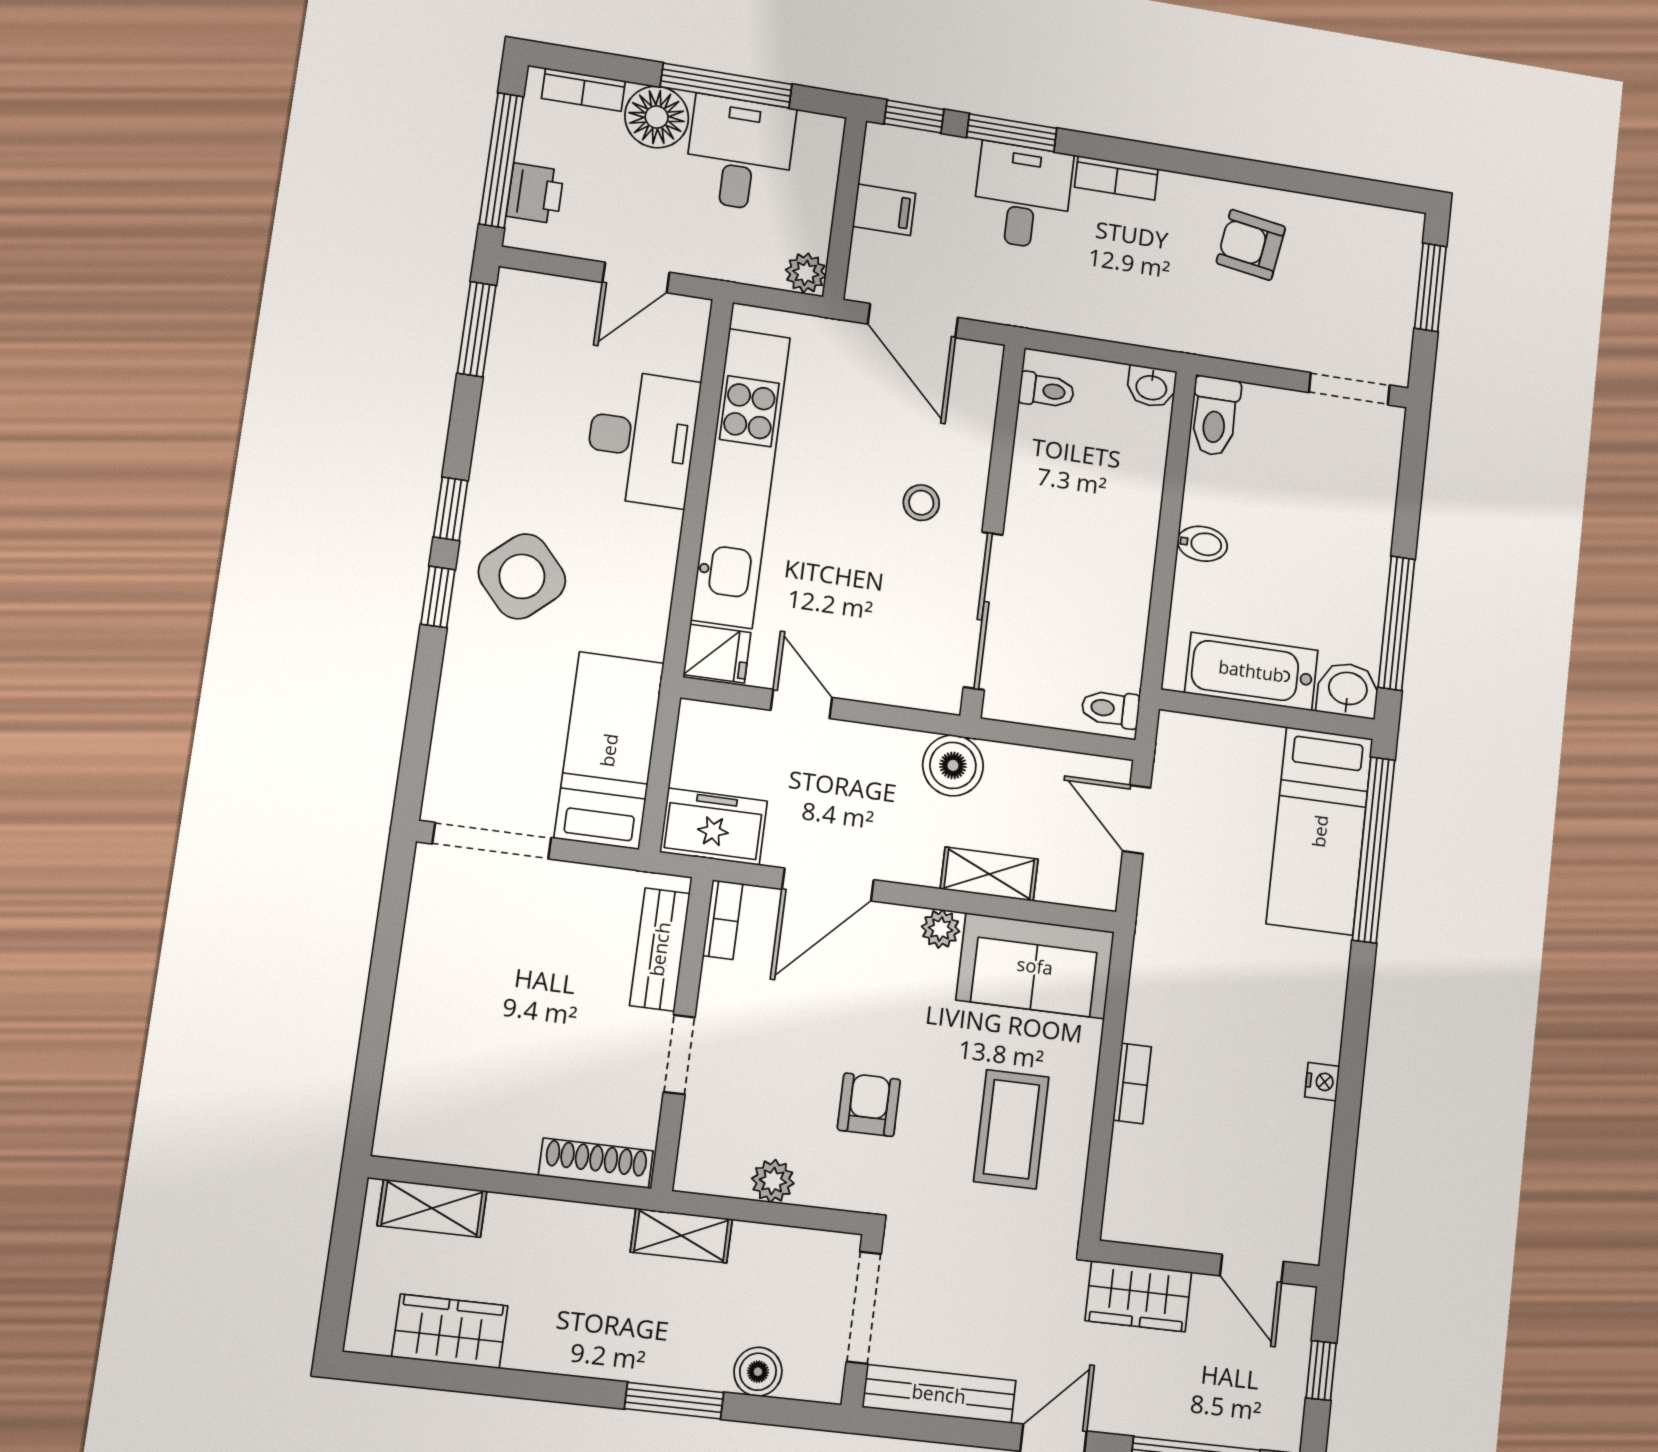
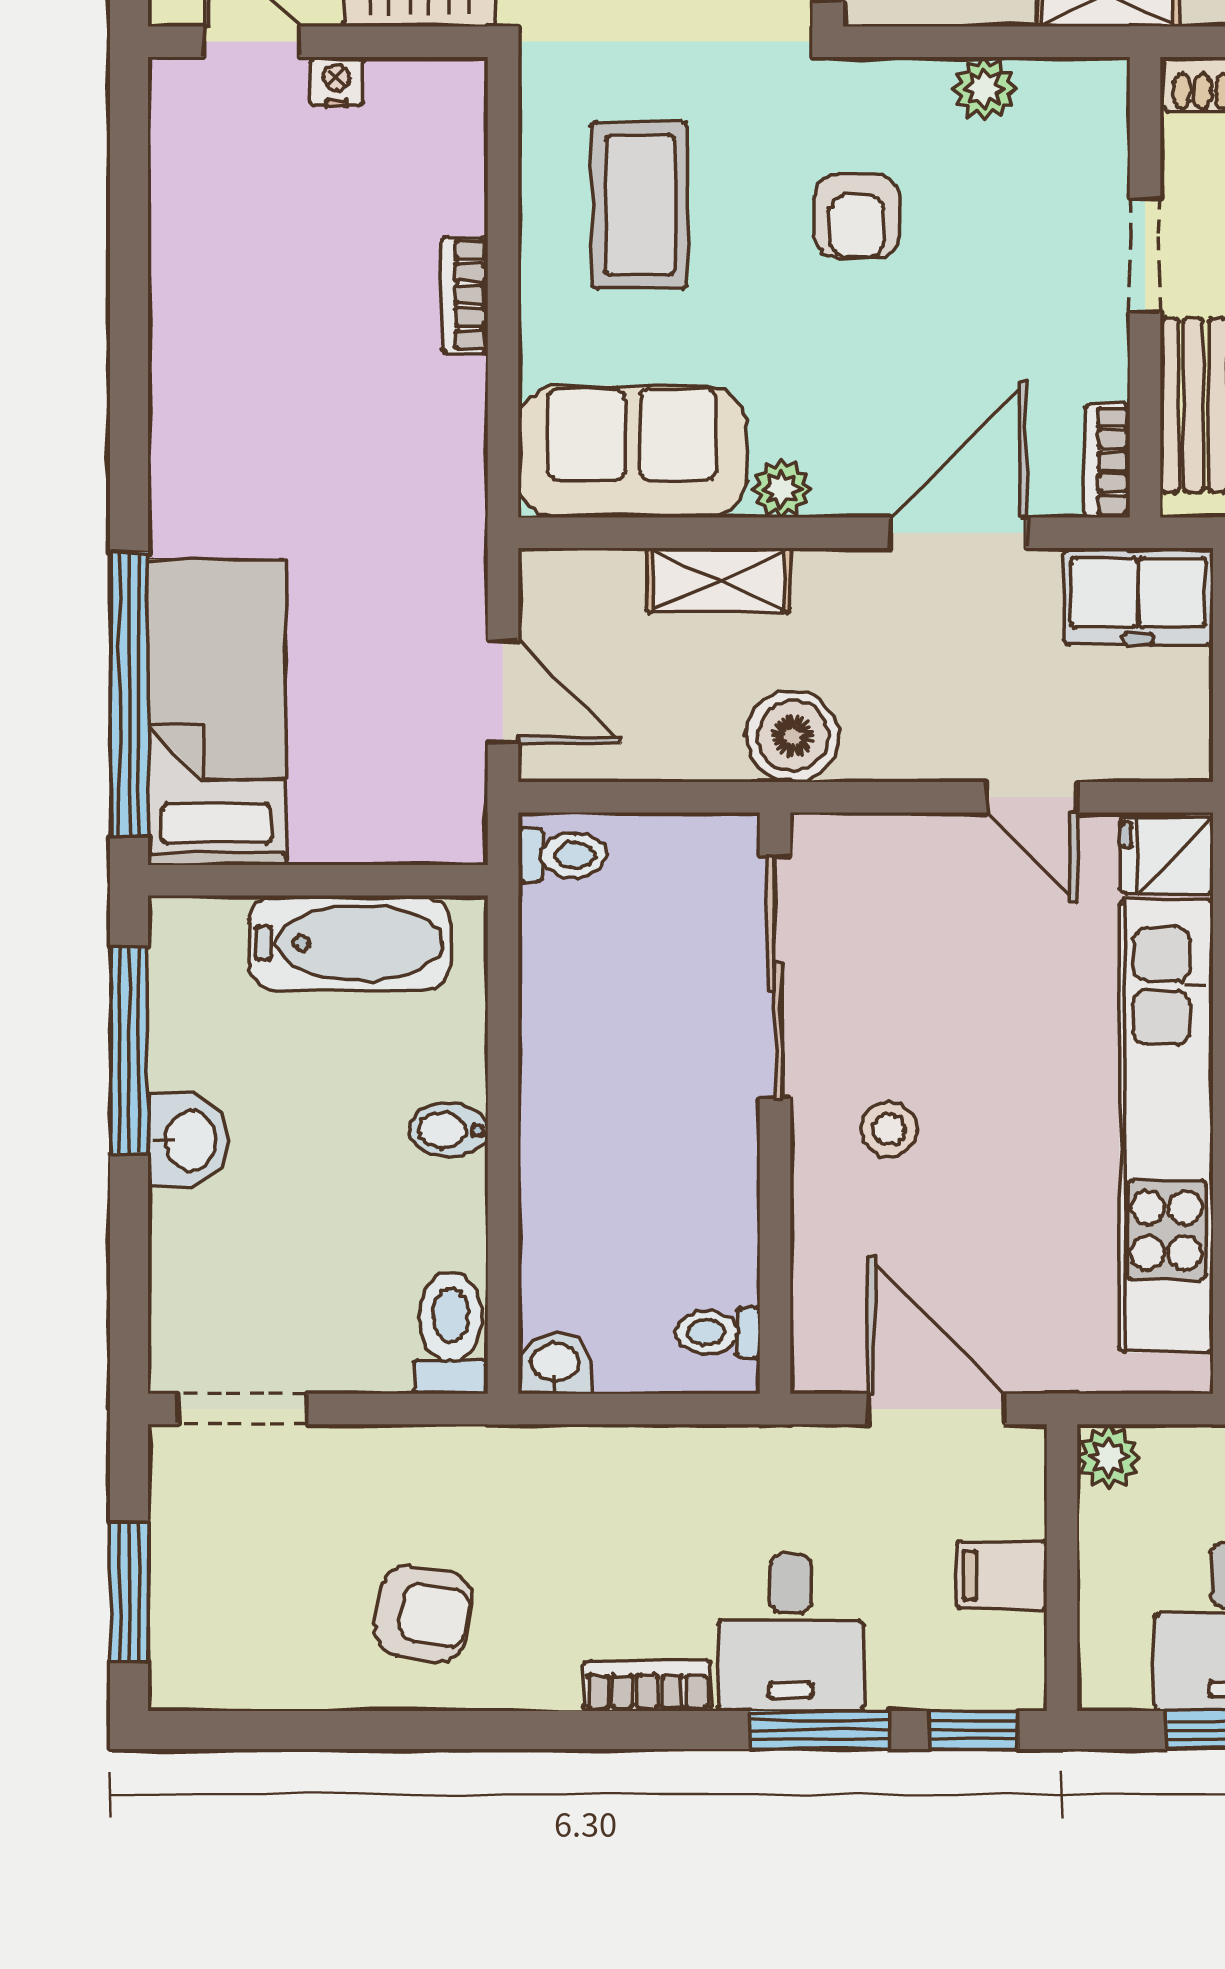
washbasin: (1348, 690) -> (188, 1140), moved, turned -90
nightstand: (1322, 1082) -> (336, 82), moved, turned 90

